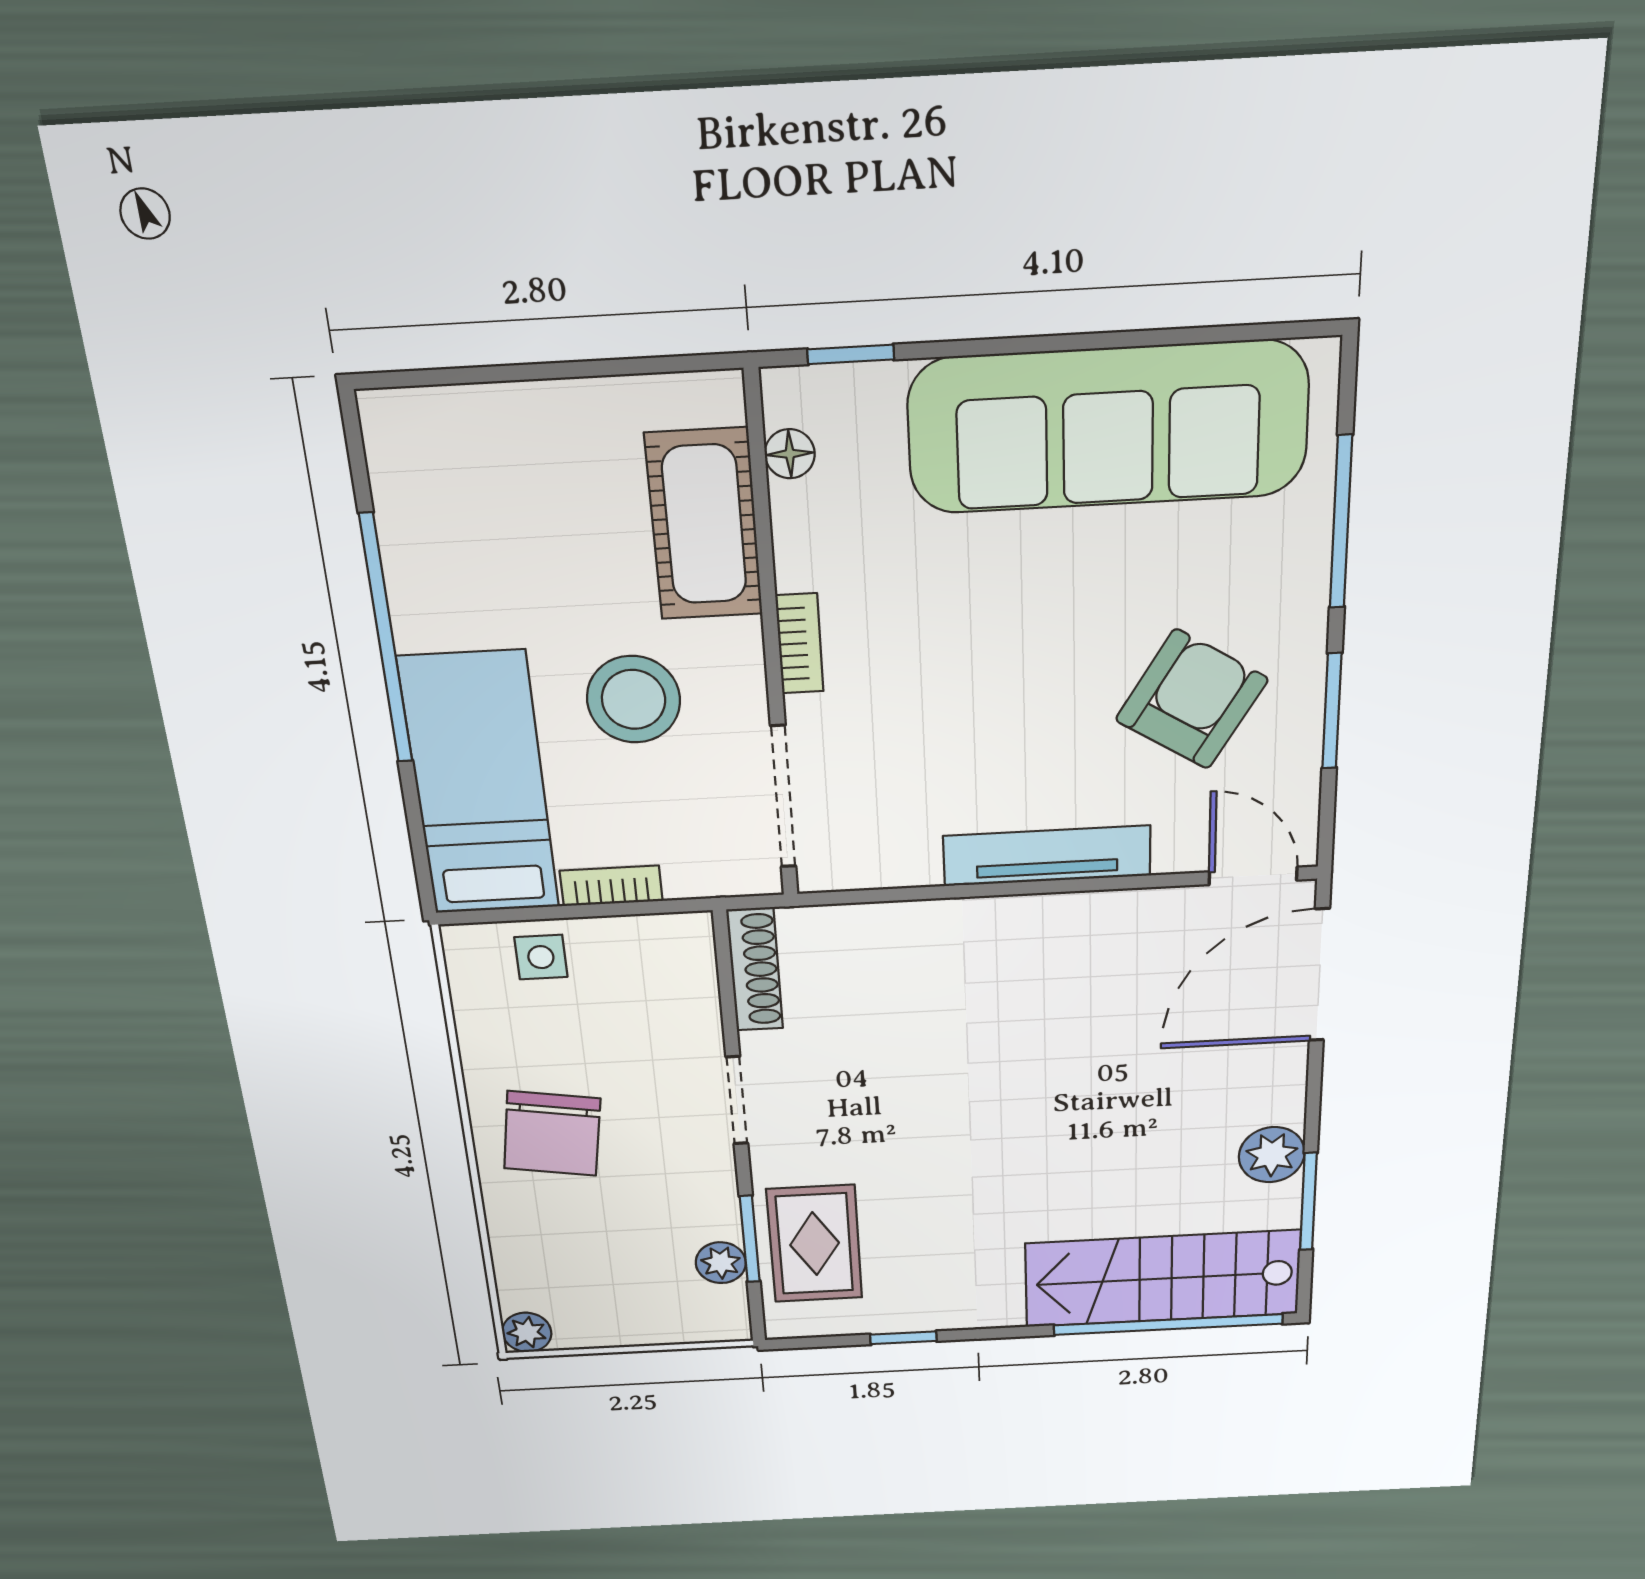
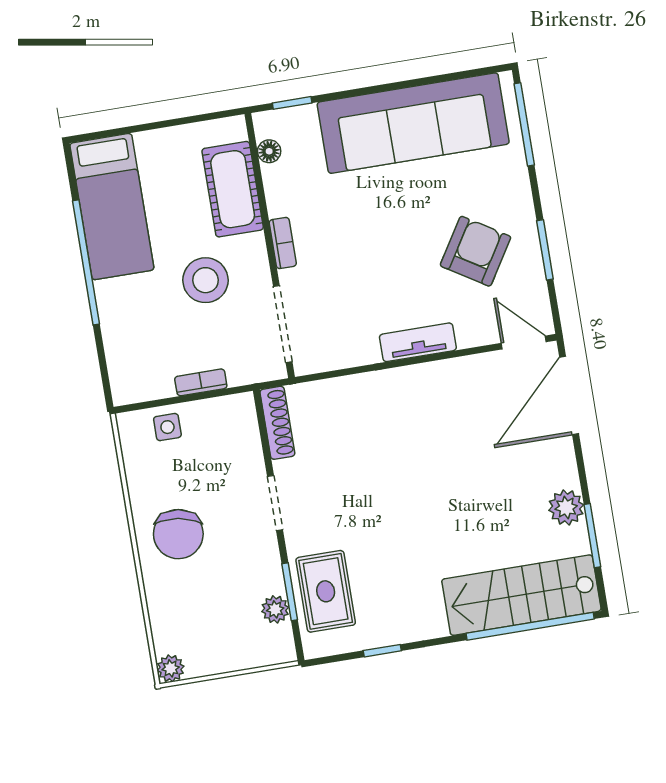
window: (1341, 522) -> (524, 124), moved
bed: (479, 785) -> (112, 207), moved, turned 180
tv unit: (1047, 856) -> (418, 342), width x0.71

